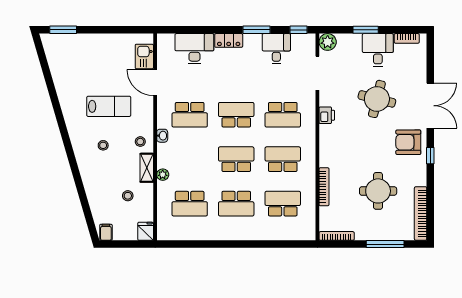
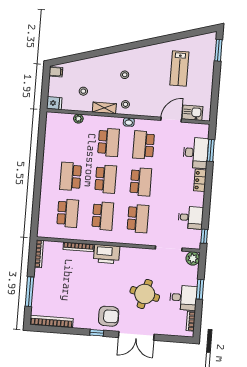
window: (257, 30) -> (211, 150), moved
lab bench: (109, 106) -> (179, 68), moved
school desk: (283, 115) -> (138, 219), turned 180
printer: (327, 115) -> (107, 254), moved, width x1.87, depth x1.48
armchair: (408, 142) -> (109, 316), turned 90
plant: (163, 175) -> (78, 119), moved
round table: (378, 191) -> (72, 289), removed
school desk: (190, 204) -> (108, 142), moved, turned 180

